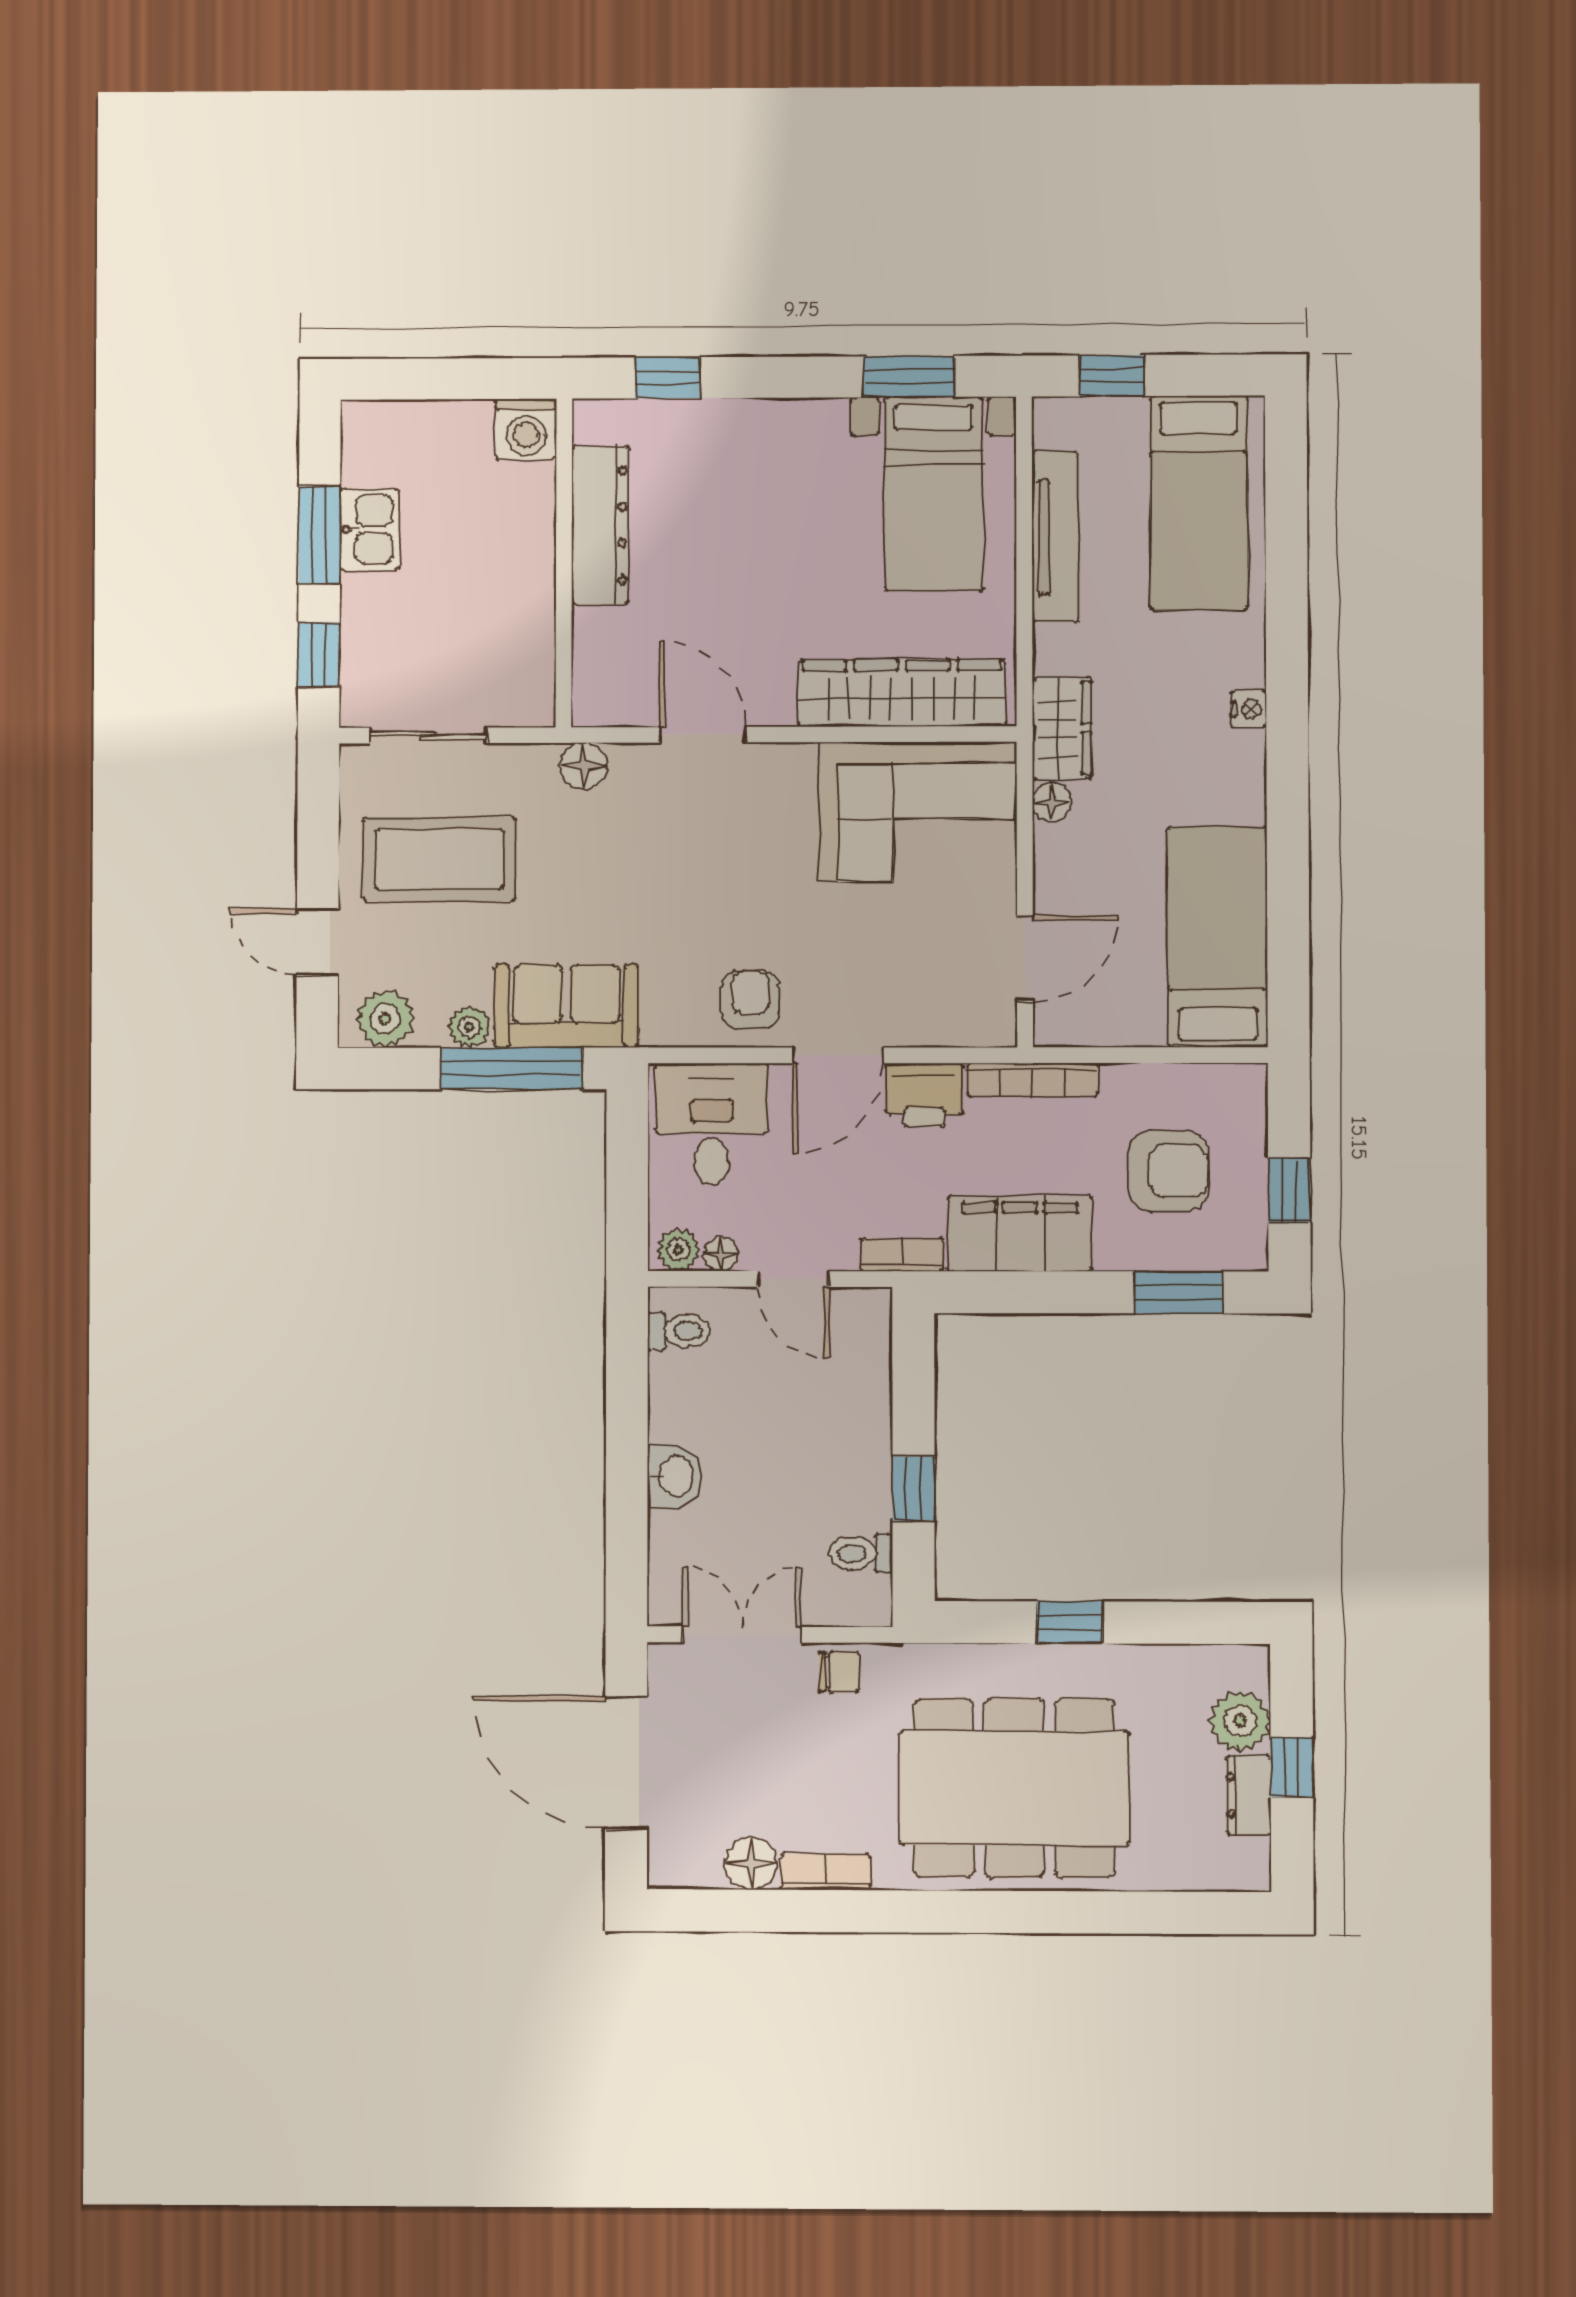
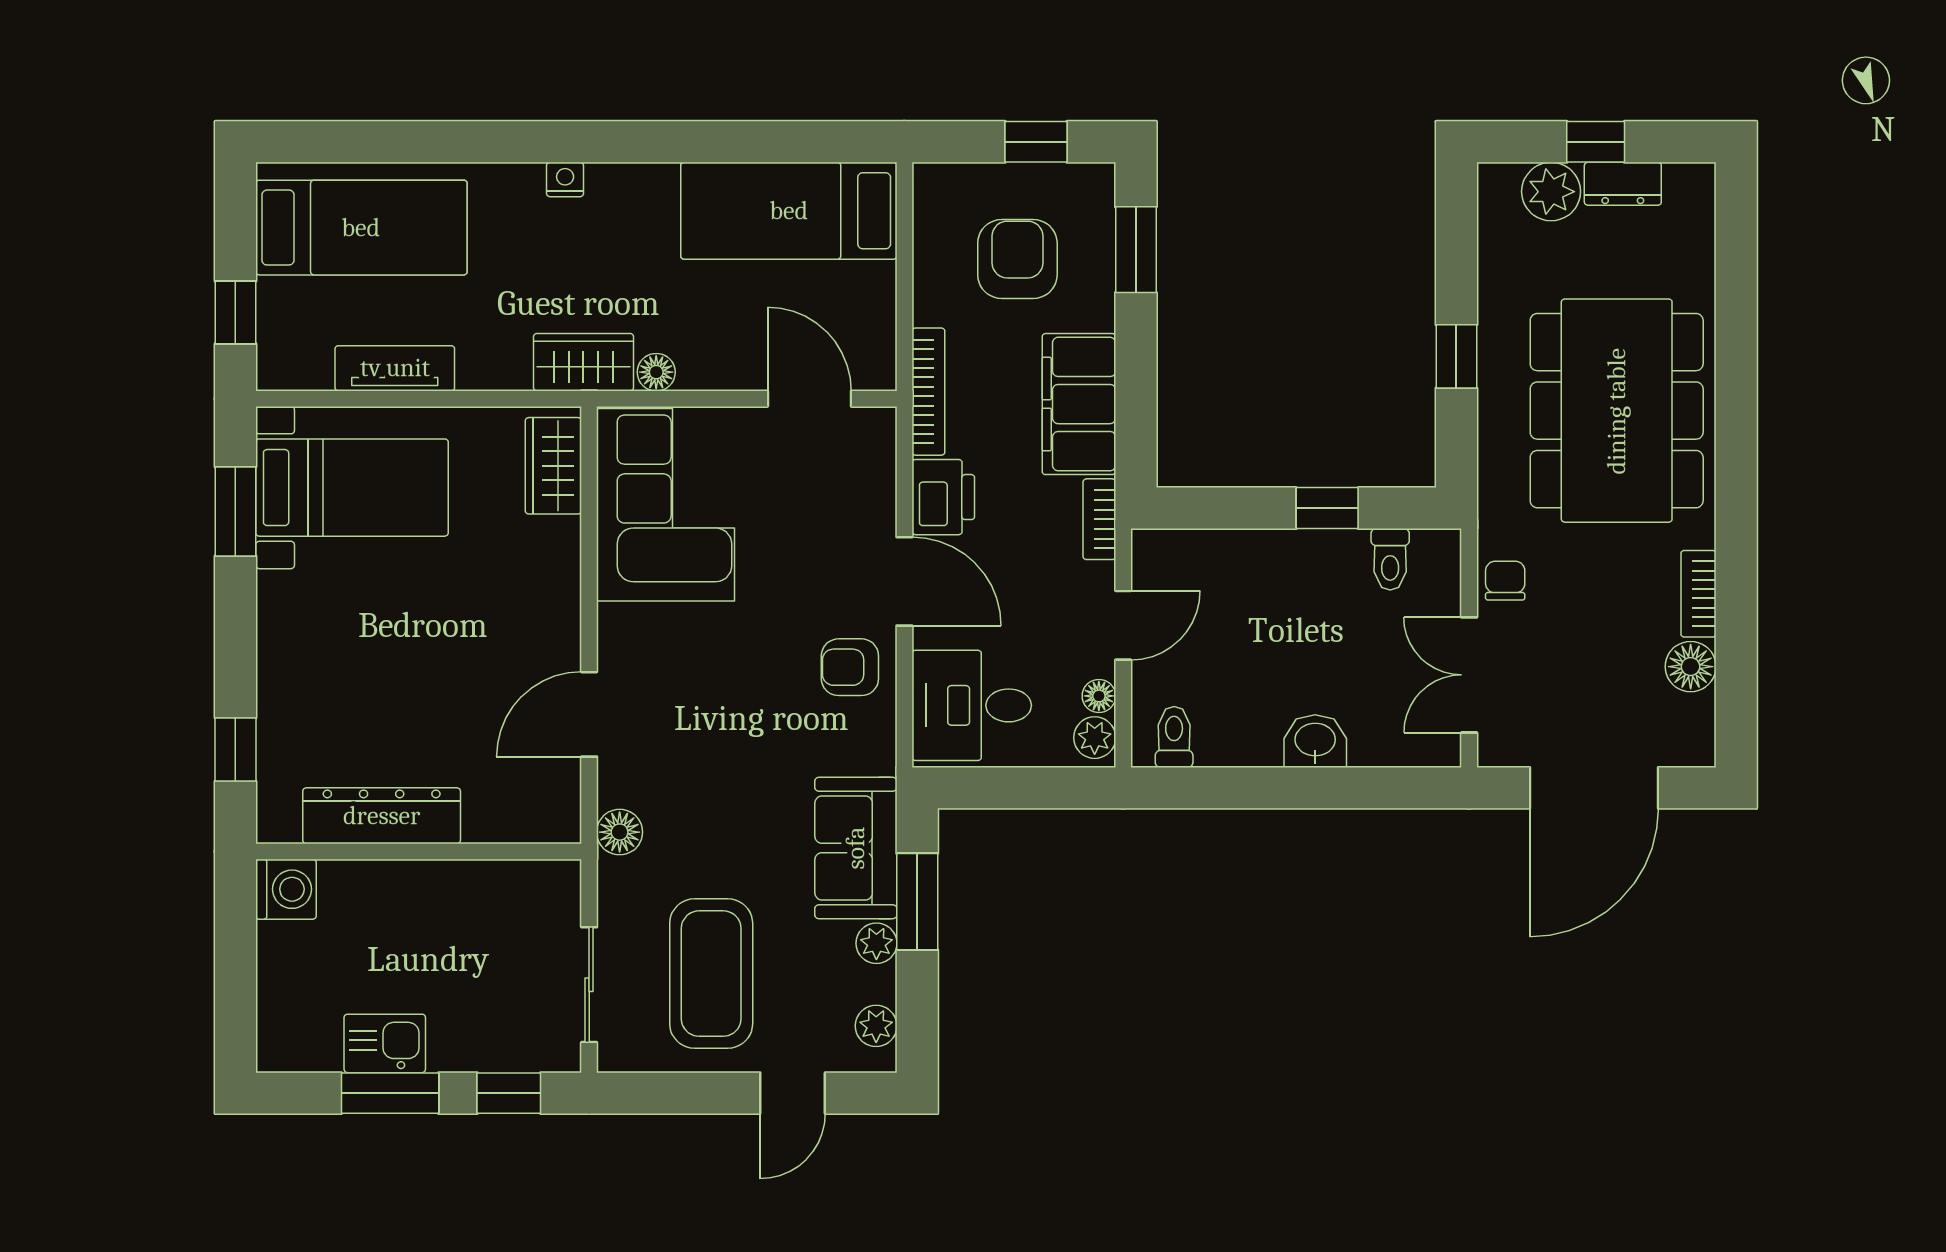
tv unit: (1055, 537) -> (395, 368), width x0.71
wardrobe: (902, 693) -> (553, 466), width x0.48, depth x0.85
plant: (385, 1019) -> (876, 1026), width x0.73, depth x0.73
window: (512, 1068) -> (917, 902), width x0.69

